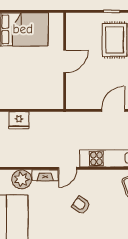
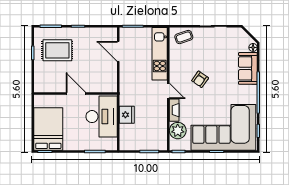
desk: (38, 91) -> (102, 117), added
fridge: (19, 120) -> (127, 115), moved

